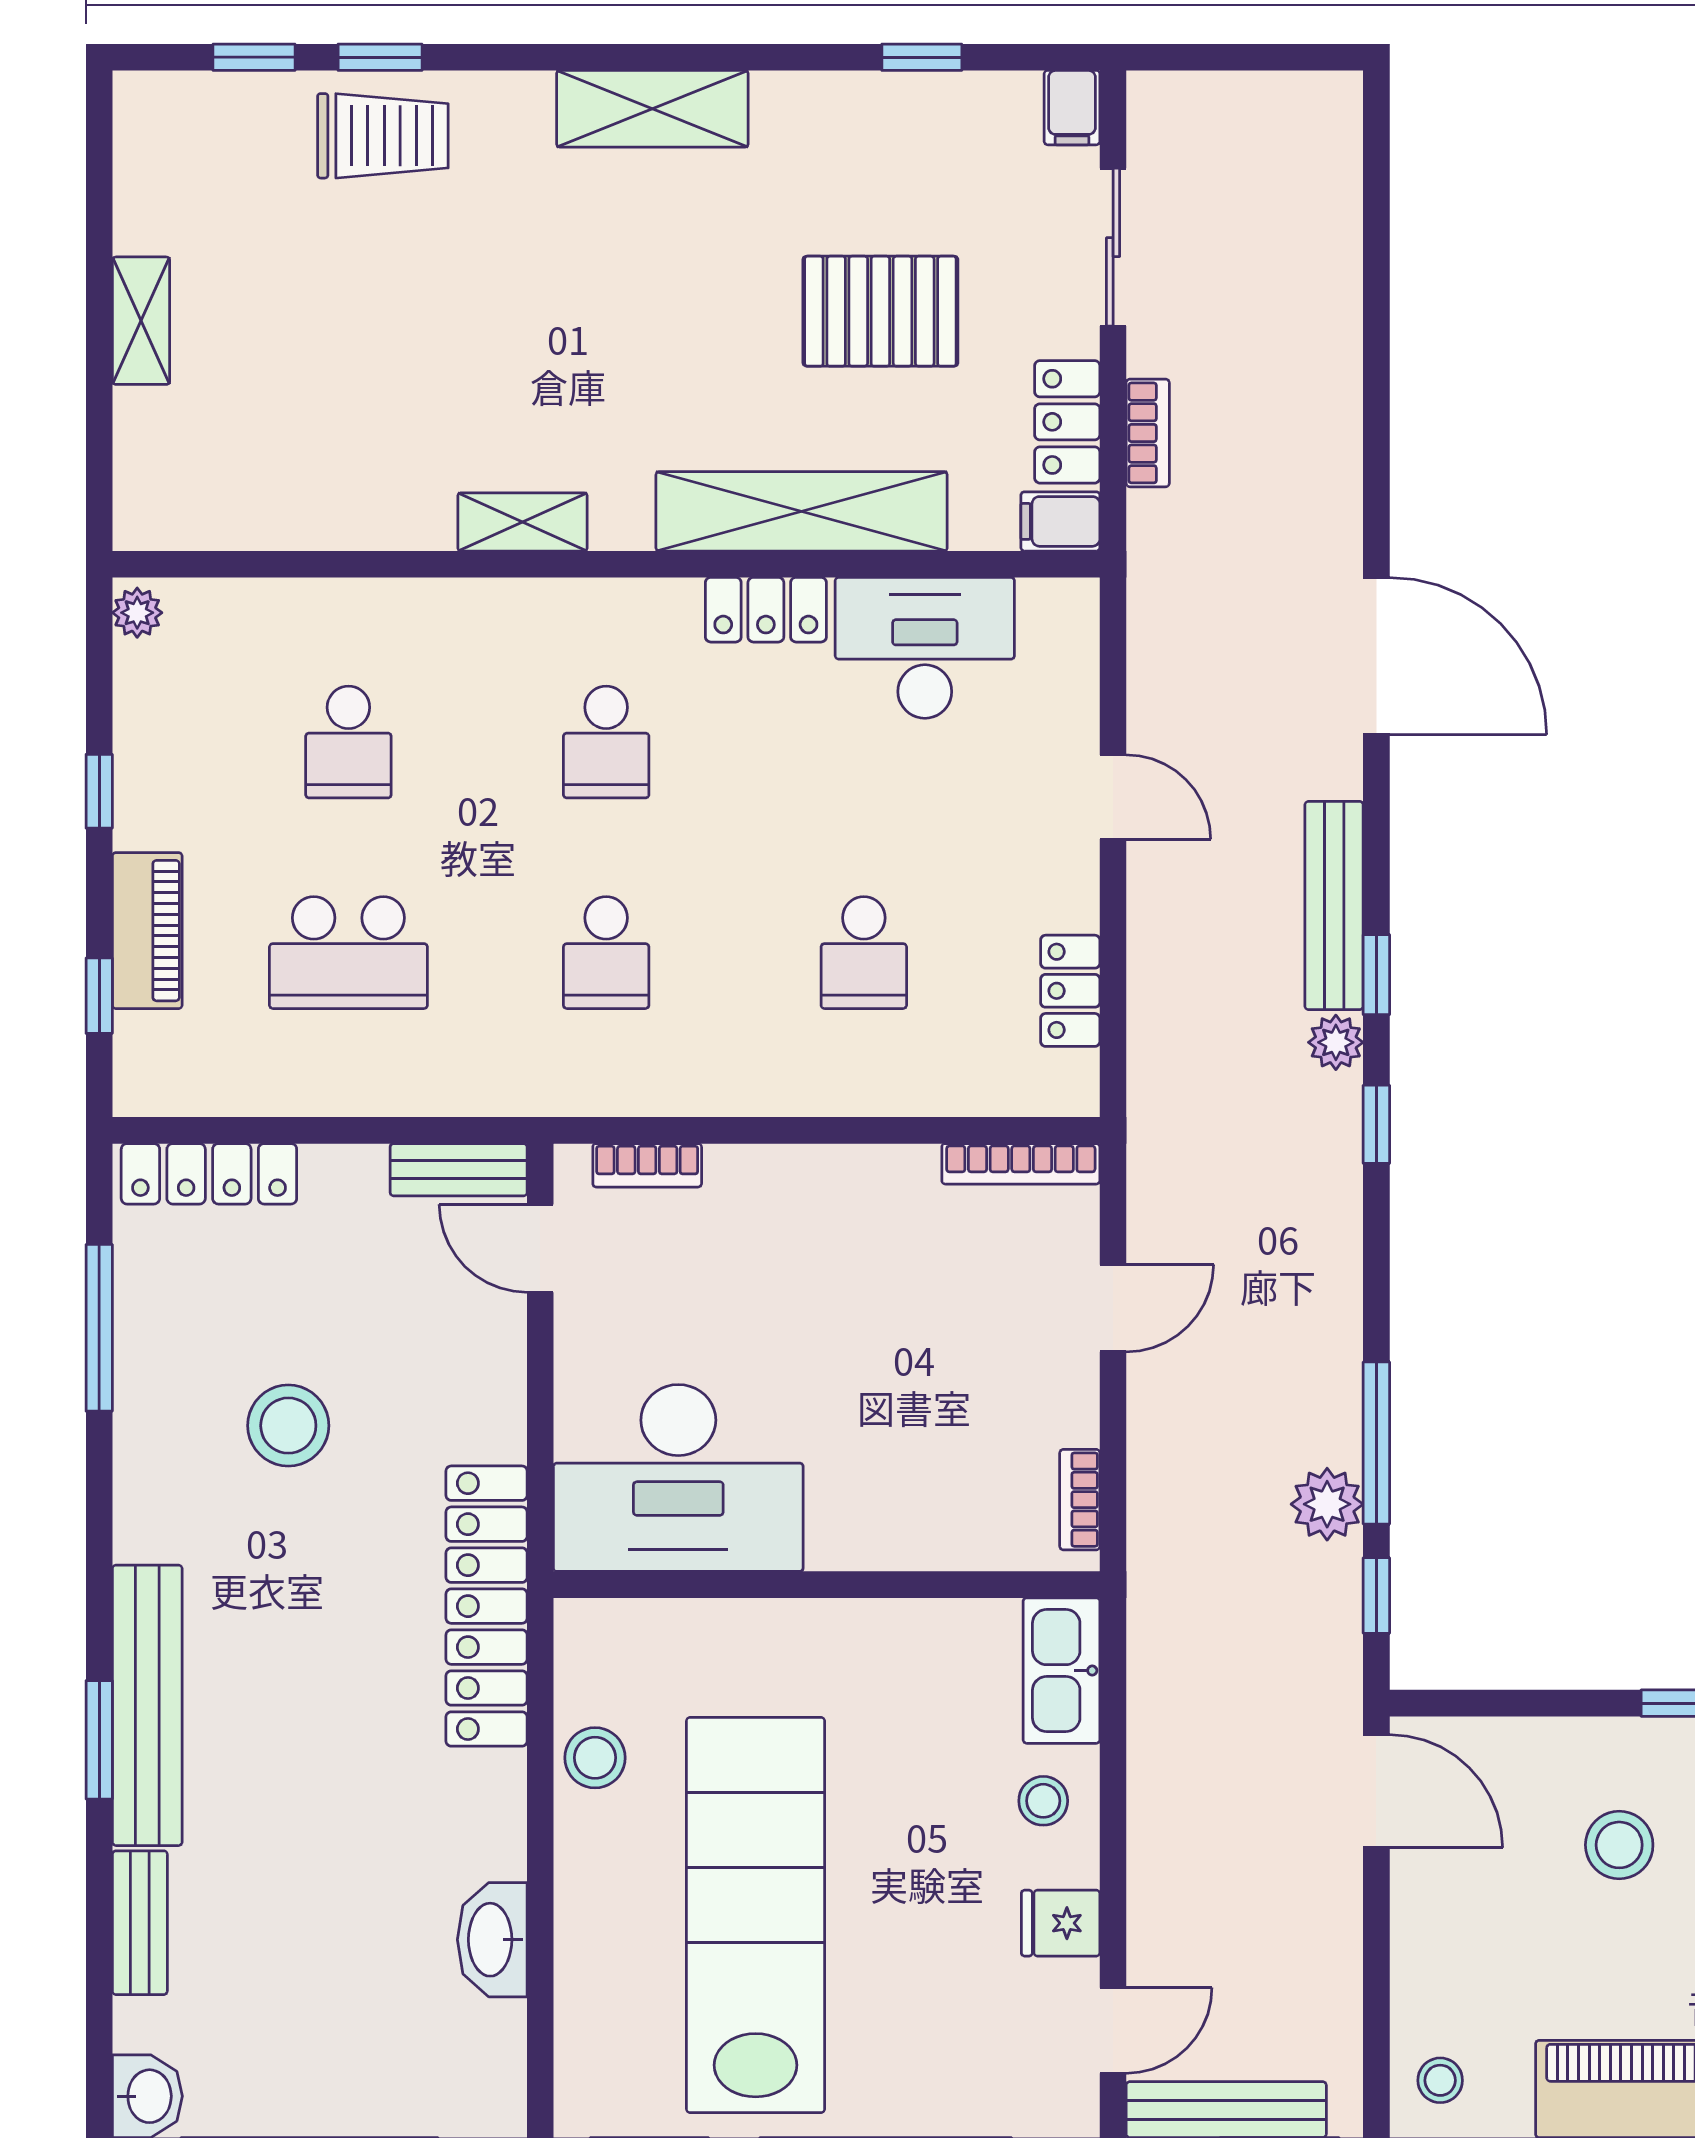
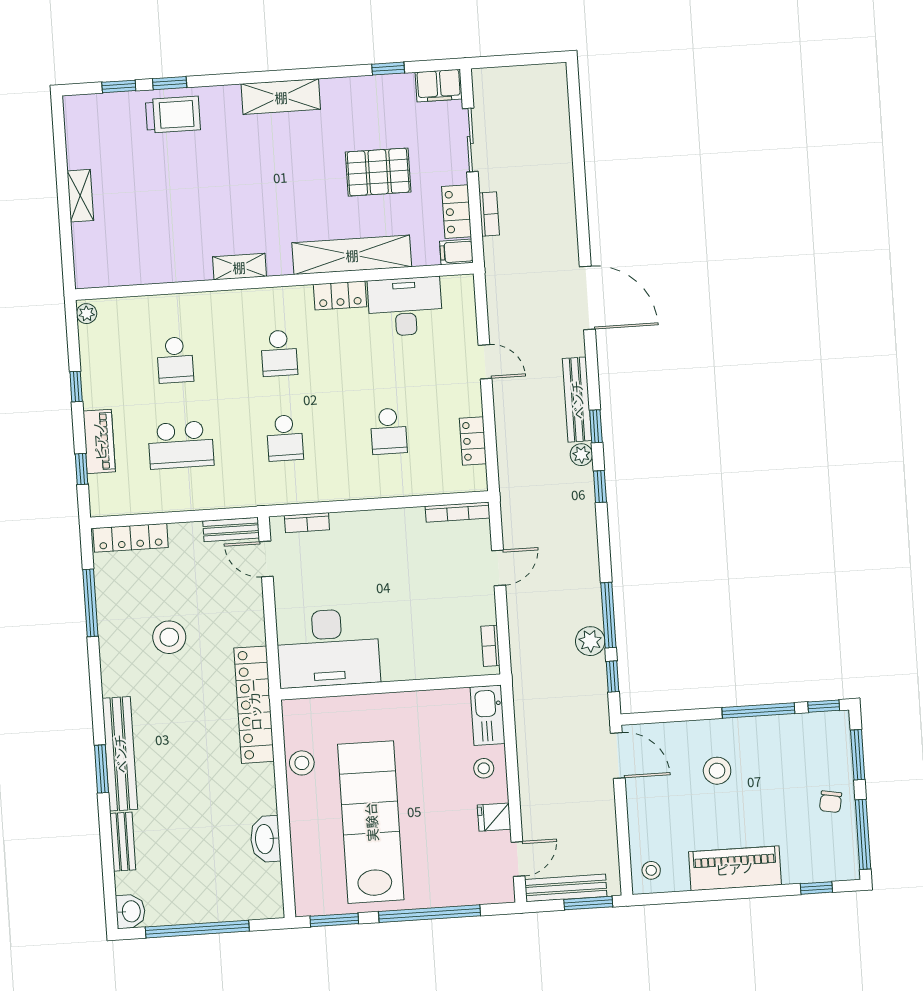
filing cabinet: (1072, 108) -> (439, 86), width x2.00

